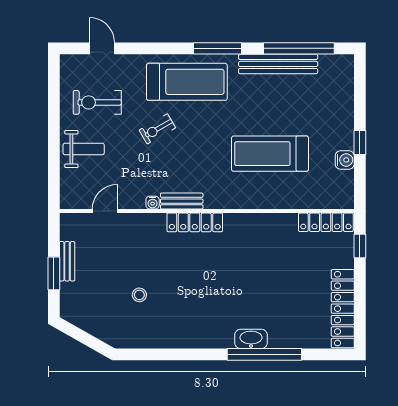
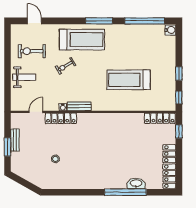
bench: (278, 64) -> (133, 30), removed
water cooler: (345, 160) -> (170, 30), moved
window: (360, 185) -> (179, 98), added
locker: (195, 222) -> (61, 118), moved
washbasin: (251, 339) -> (136, 184), moved

